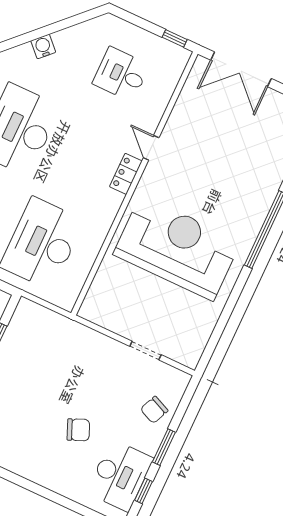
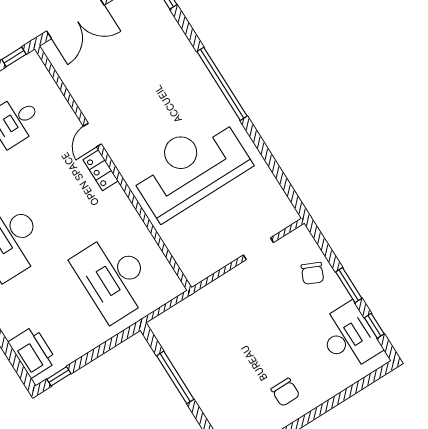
door: (151, 148) -> (92, 135), hinge flipped
chair: (78, 430) -> (285, 392), moved, turned 113

